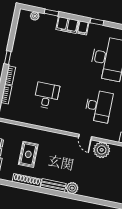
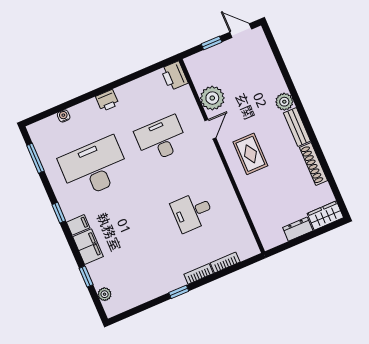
rug: (28, 154) -> (250, 154), moved, turned 90

